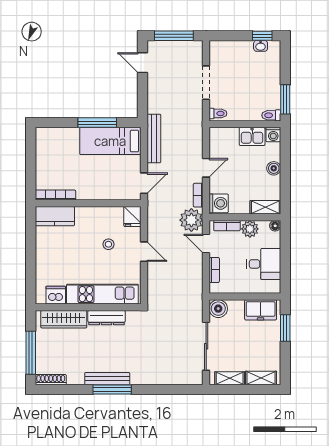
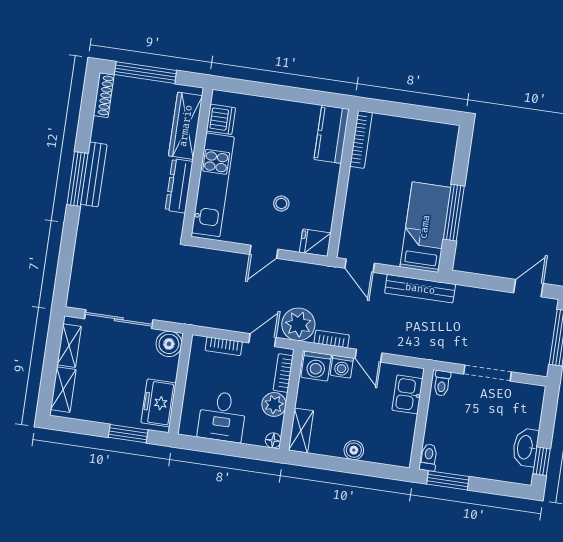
washbasin: (261, 46) -> (526, 447), width x1.91, depth x1.45
washing machine: (273, 135) -> (342, 367), moved, turned -90
kitchen sink: (252, 136) -> (407, 394), moved

